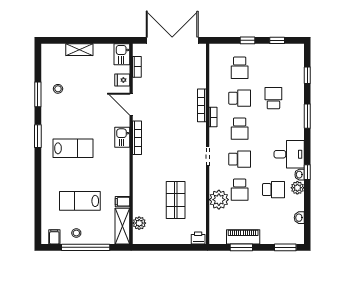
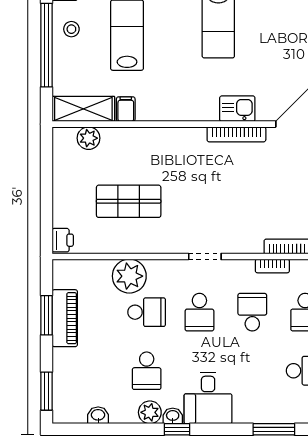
school desk: (240, 129) -> (252, 312), turned 90
school desk: (240, 190) -> (147, 312), turned 180

